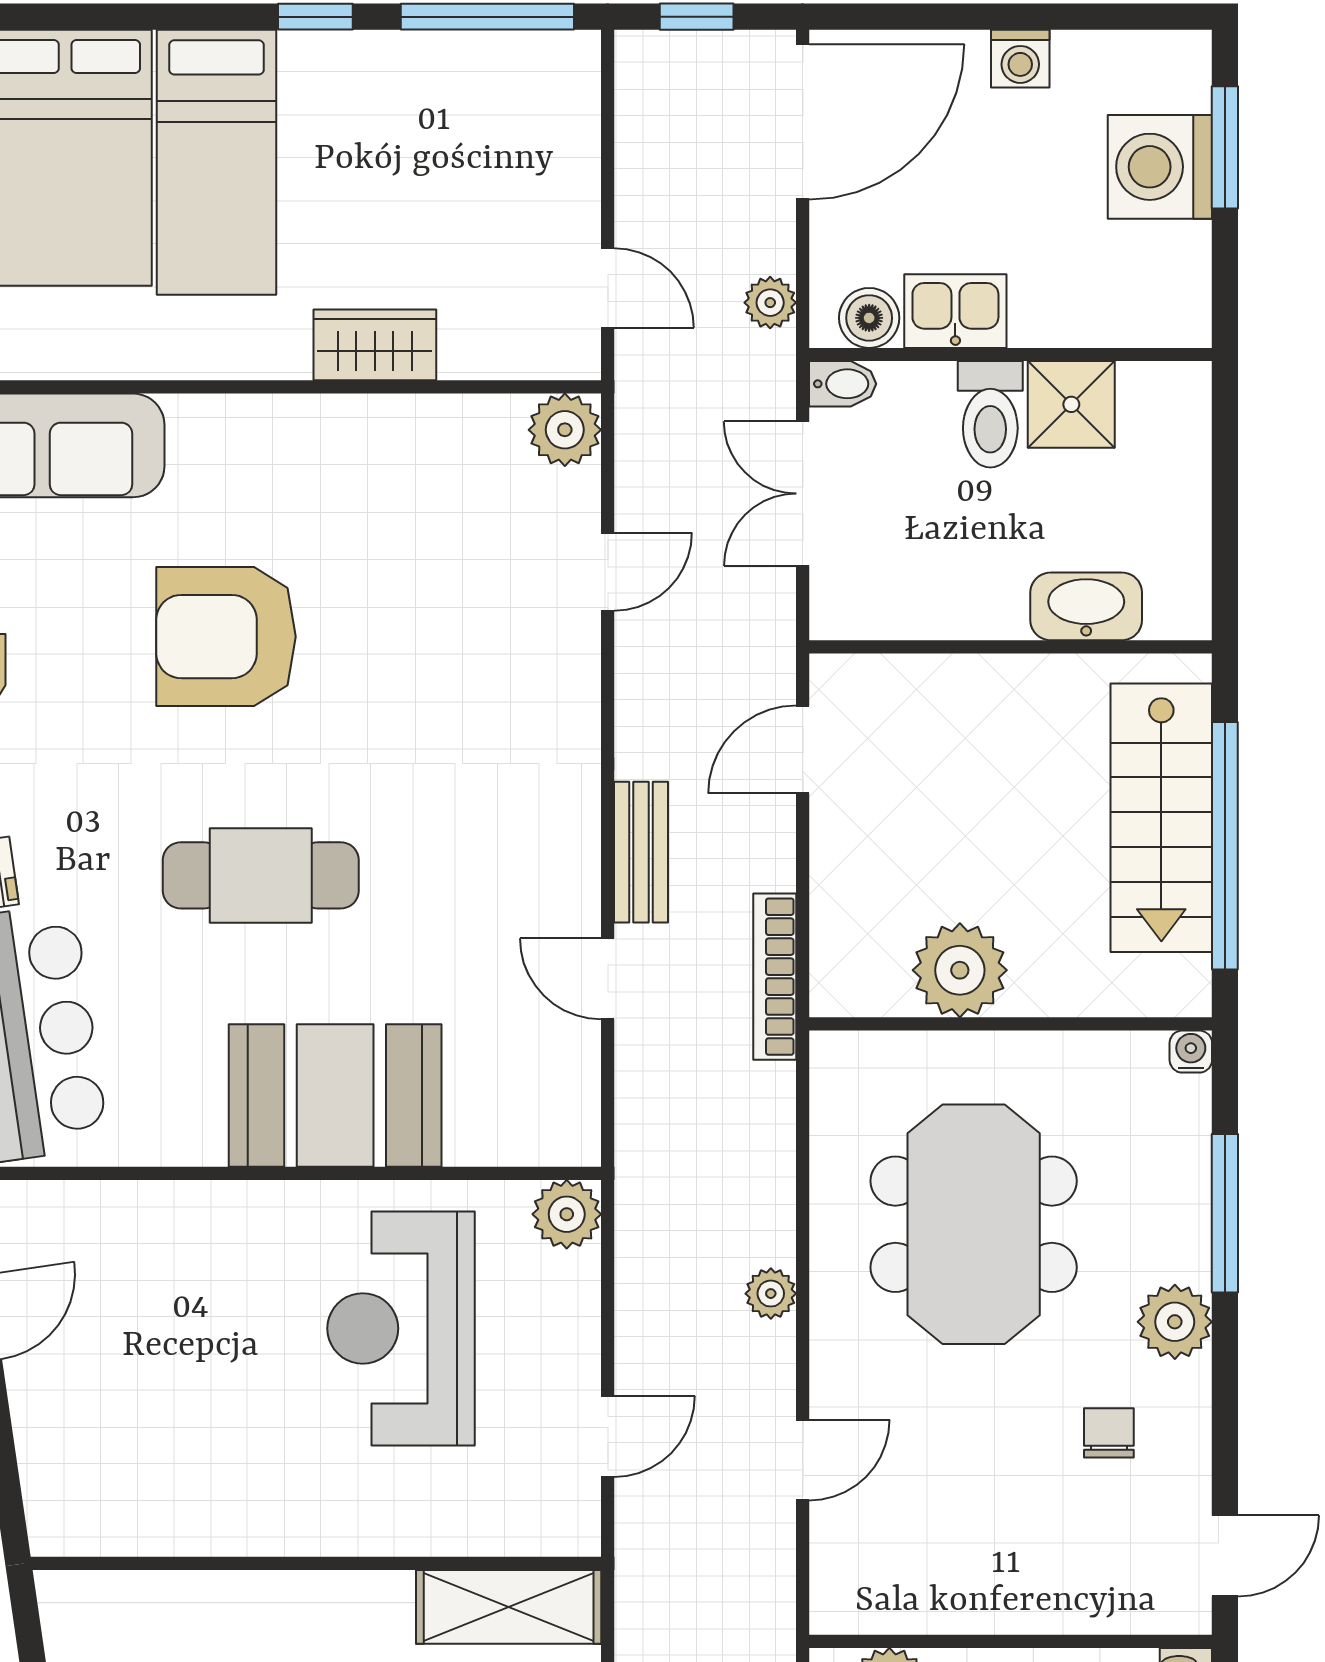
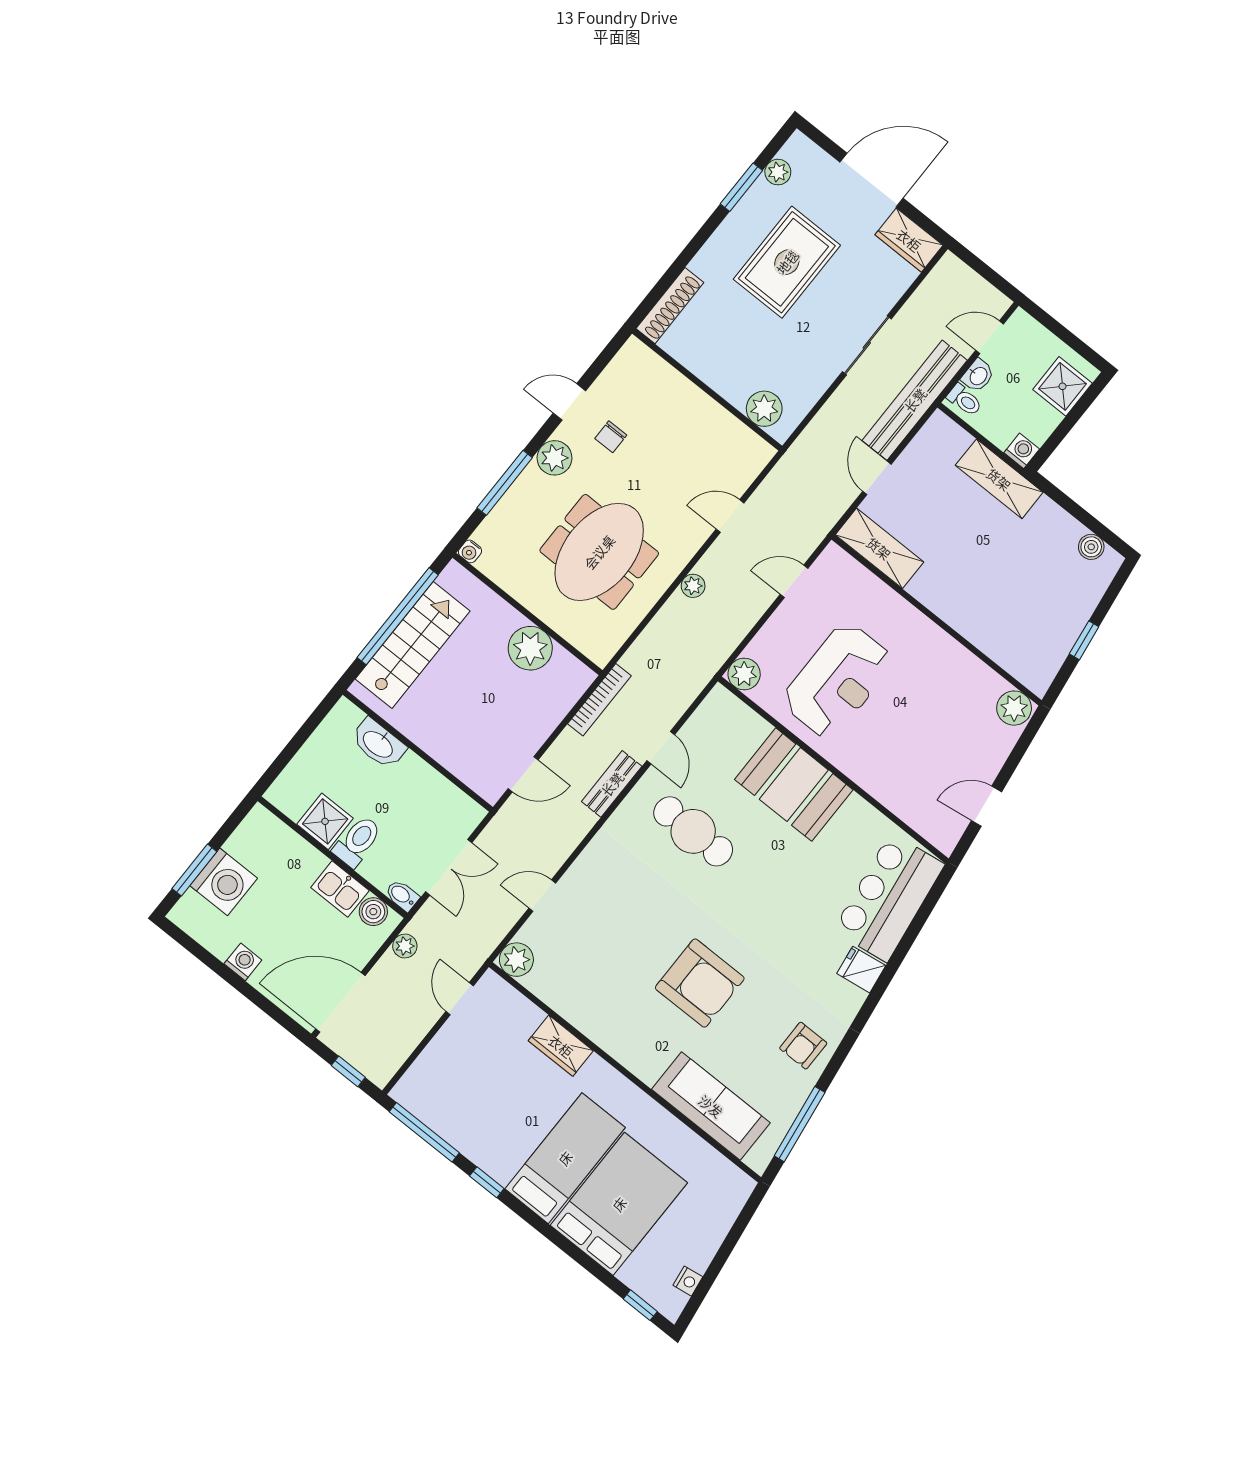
cafe table: (261, 875) -> (693, 831), moved
plant: (68, 1520) -> (1014, 708), added
door: (1225, 1556) -> (569, 402), moved

